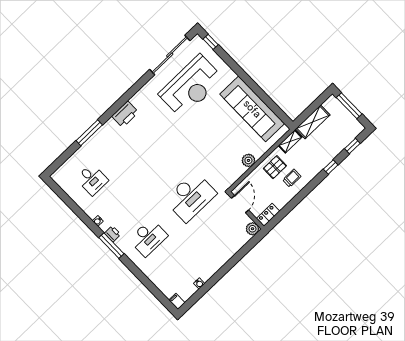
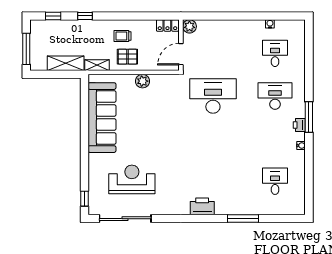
reception desk: (191, 86) -> (132, 179), width x0.74, depth x0.77
desk: (176, 267) -> (275, 53), added
filing cabinet: (177, 301) -> (300, 27), removed

